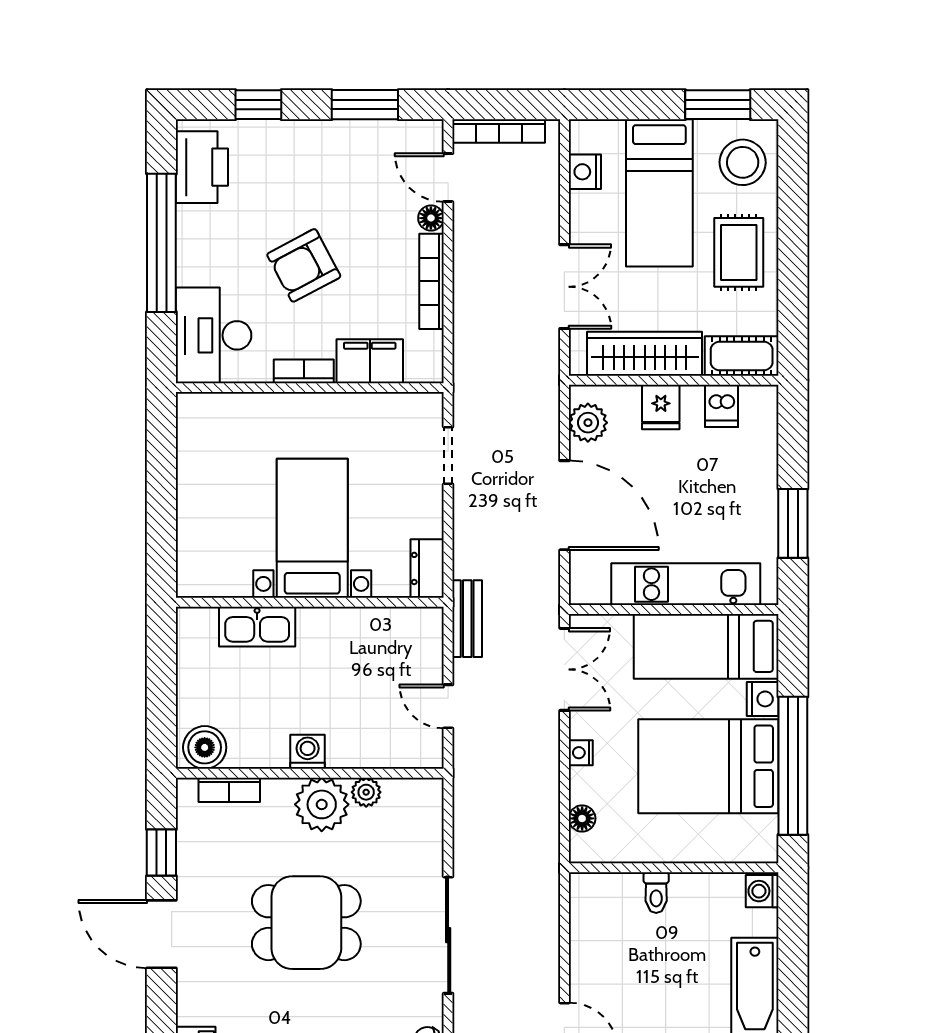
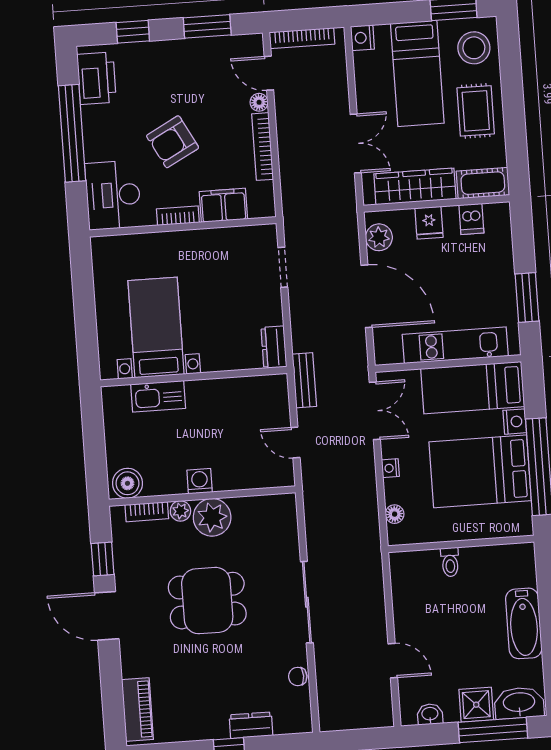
nightstand: (585, 172) -> (362, 38), moved
bed with nightstands: (312, 528) -> (156, 327), moved
plant: (366, 792) -> (180, 511), moved
washing machine: (762, 891) -> (524, 556), removed

